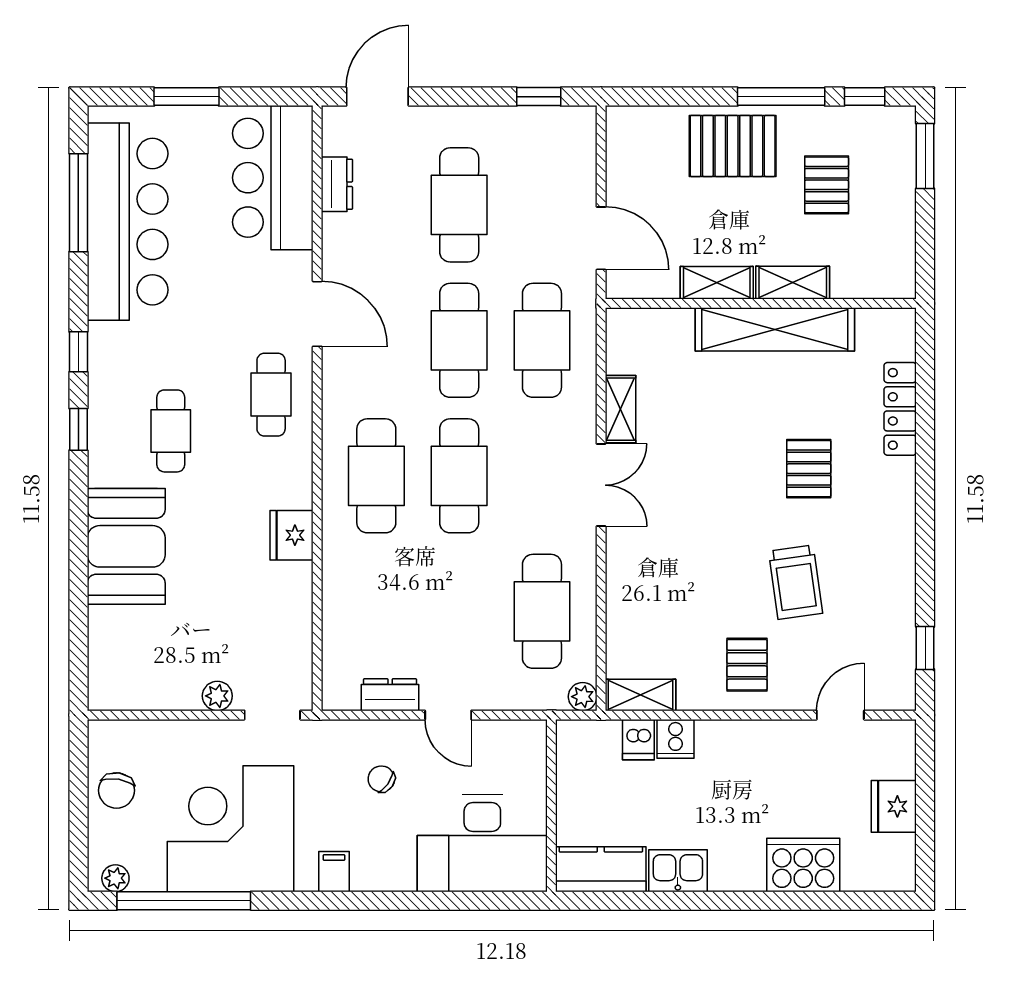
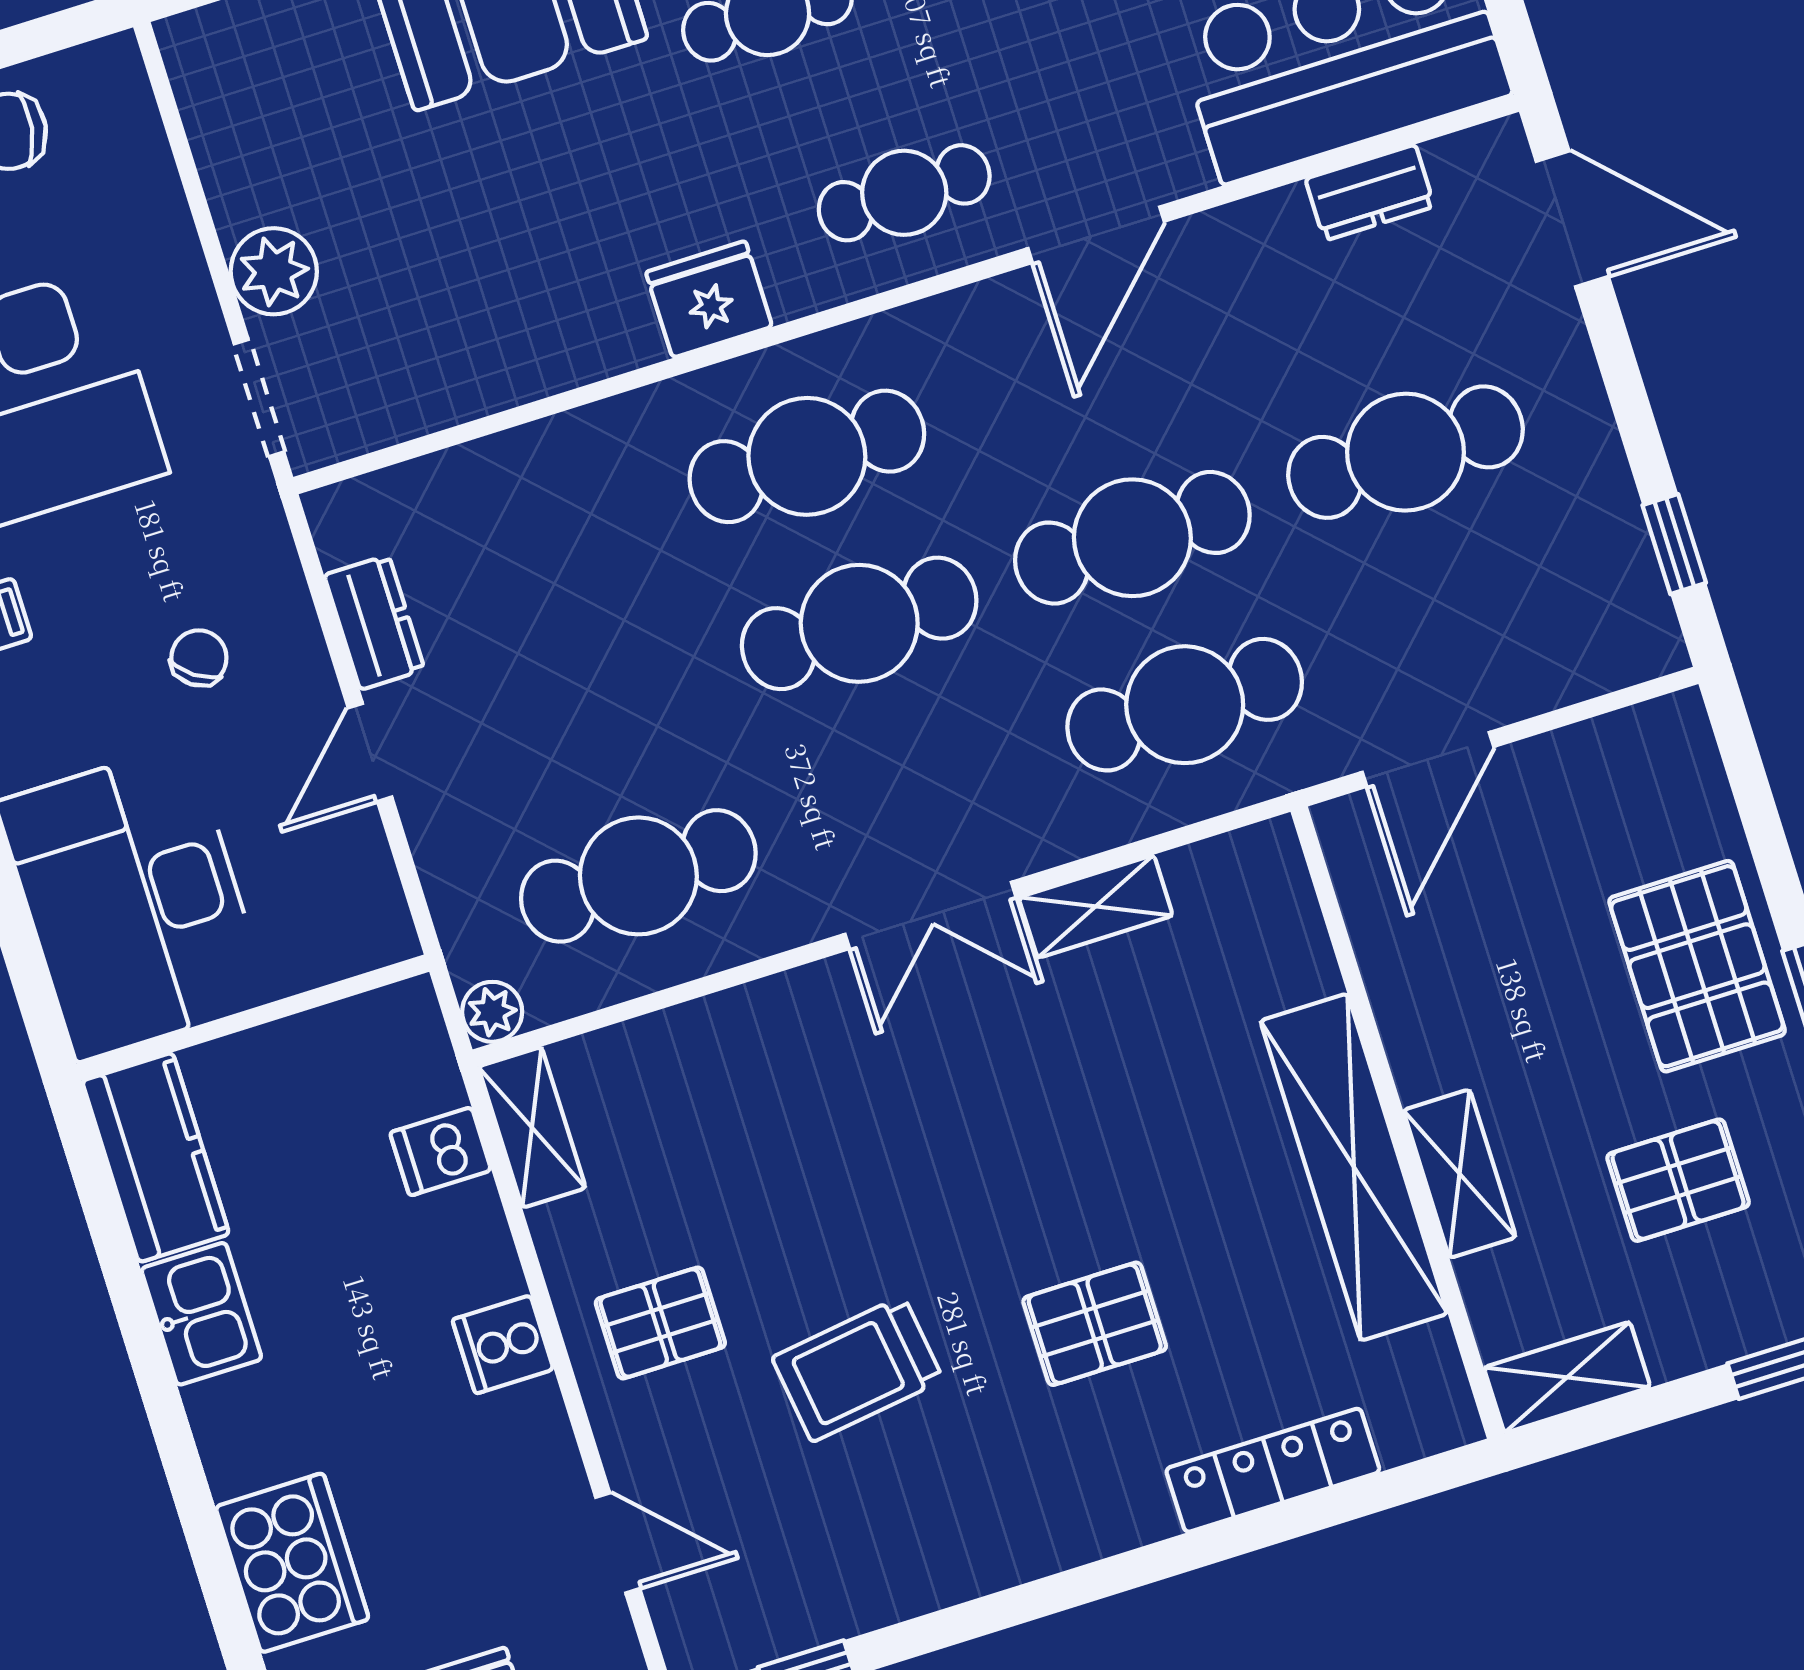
shelving: (717, 283) -> (1567, 1377), moved, turned 90
fridge: (292, 535) -> (709, 299), moved
plant: (217, 696) -> (274, 271), width x1.38, depth x1.38
cooker: (675, 739) -> (503, 1344), moved

